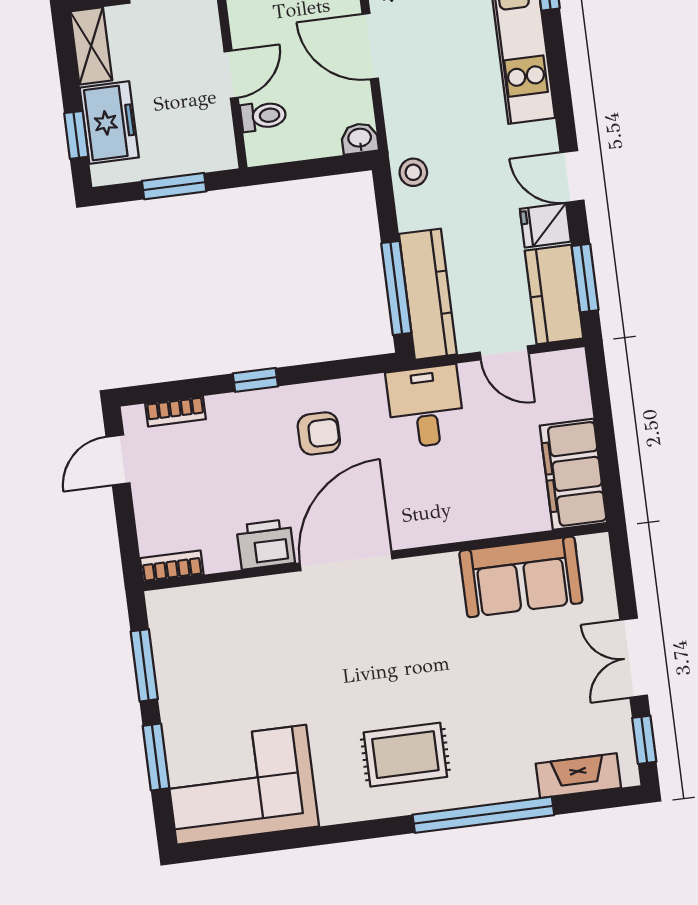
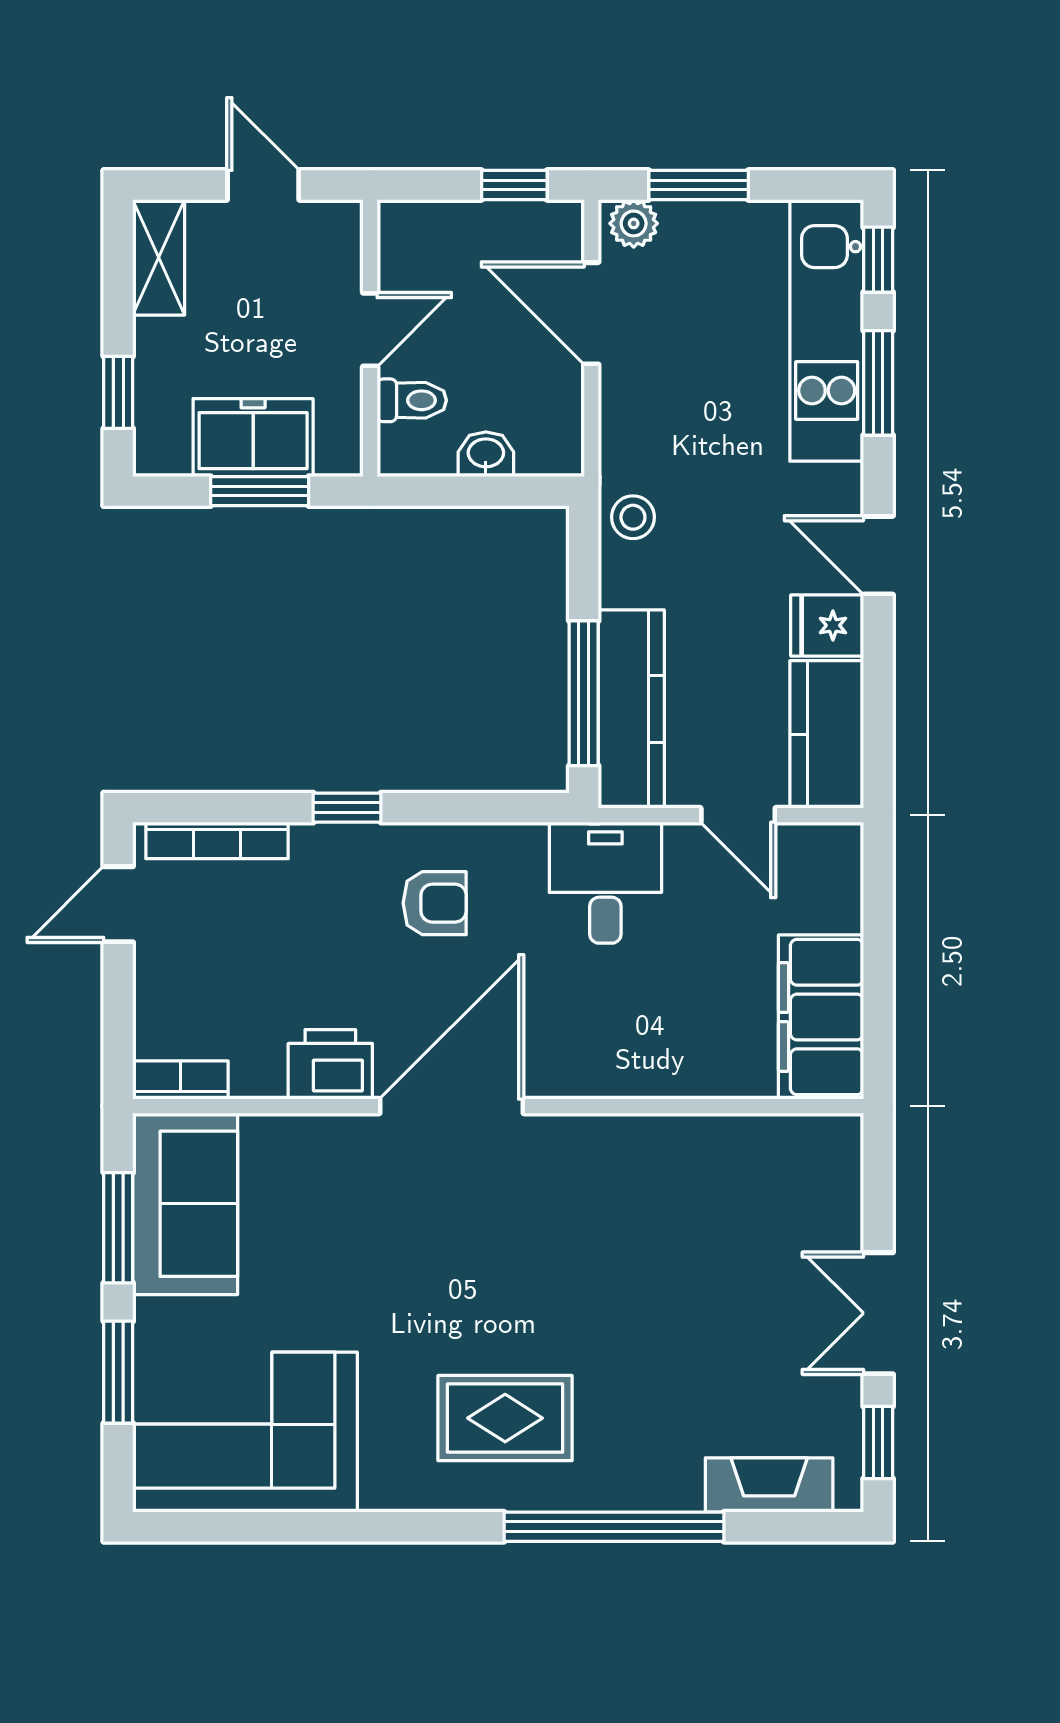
freezer: (109, 123) -> (253, 438), moved, turned -90
washbasin: (360, 138) -> (486, 454), moved
window: (585, 278) -> (878, 383), moved
bookcase: (175, 411) -> (217, 840), width x1.56
sofa: (521, 577) -> (185, 1204), moved, turned -90

